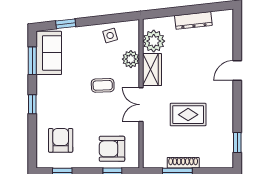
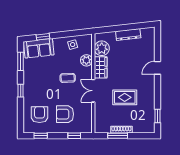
sofa: (49, 53) -> (39, 48), moved, turned 84
armchair: (112, 149) -> (65, 114), moved

